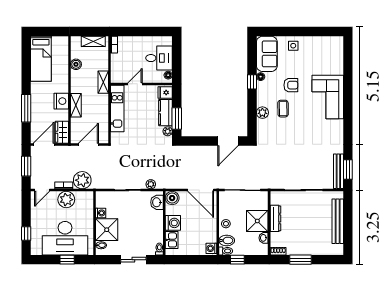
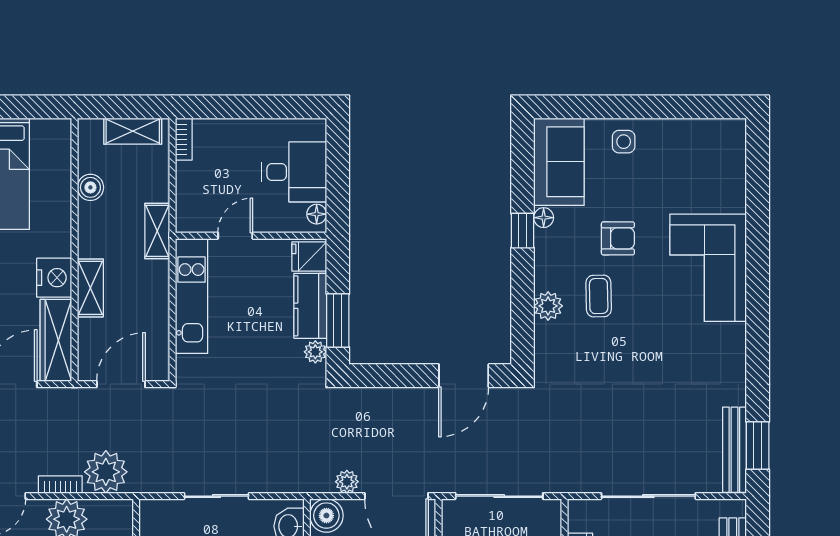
wardrobe: (62, 132) -> (56, 340), width x1.50
plant: (151, 184) -> (347, 482), moved

